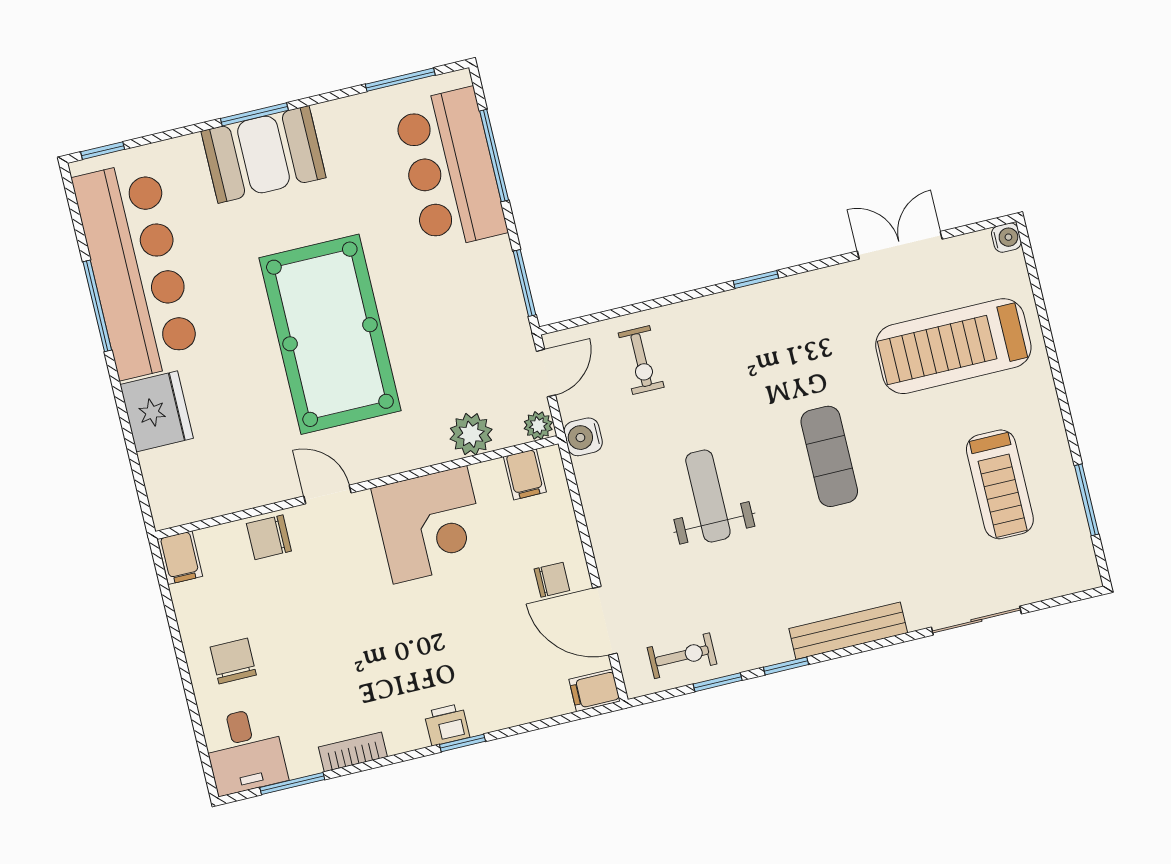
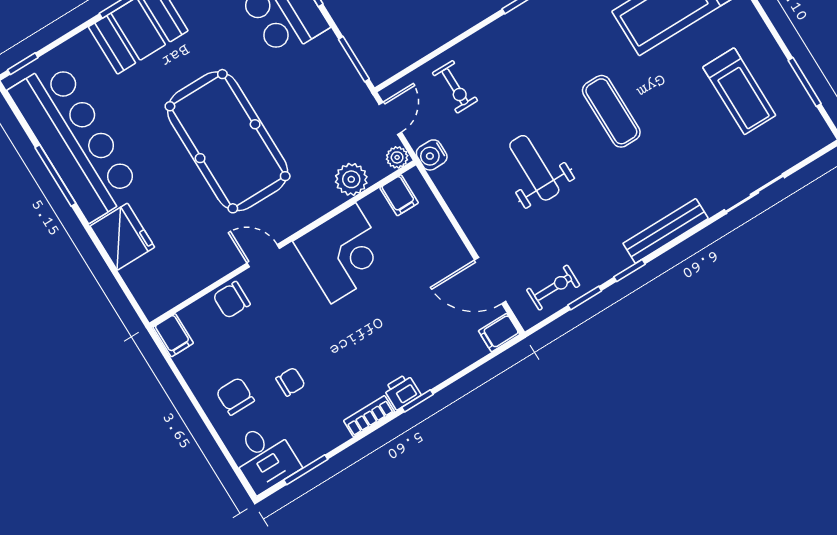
chair: (552, 580) -> (291, 382), moved
bookcase: (353, 752) -> (369, 416), moved

